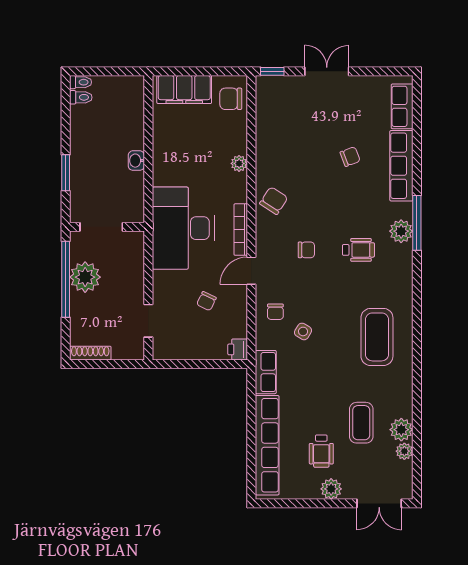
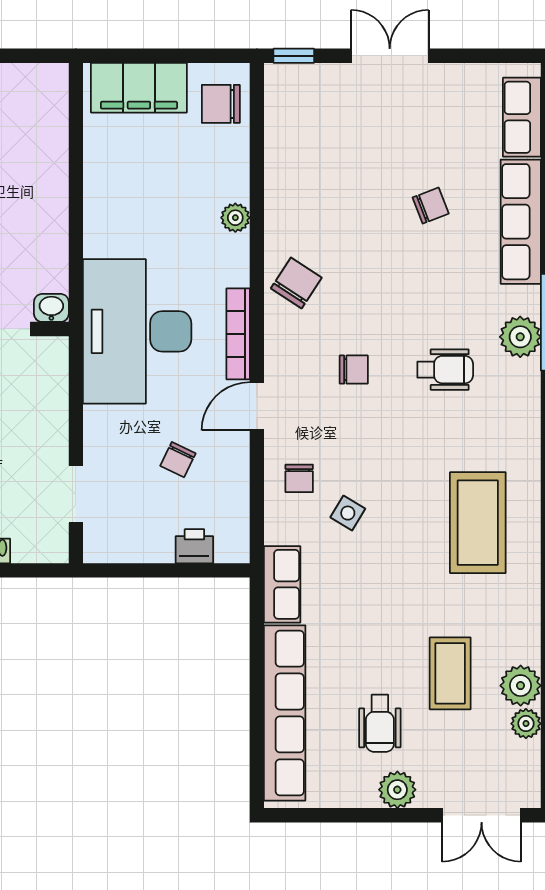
washbasin: (136, 161) -> (51, 308), moved, turned 90
printer: (238, 349) -> (194, 546), moved, turned 90

